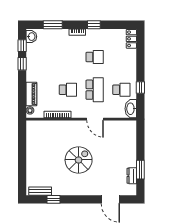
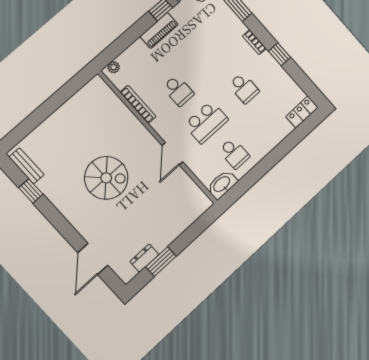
window: (140, 87) -> (256, 173), removed
piano: (31, 94) -> (159, 30), moved

